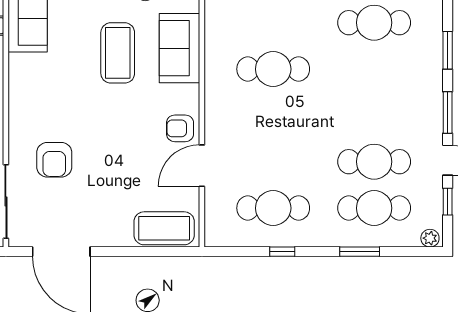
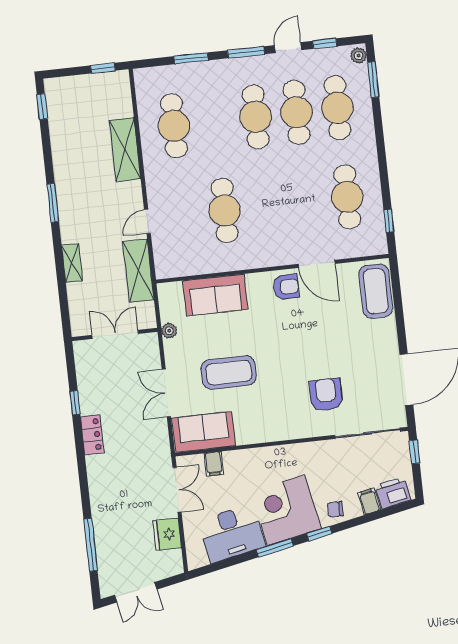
coffee table: (118, 53) -> (229, 373), moved
cafe table: (374, 115) -> (256, 117), added
armchair: (180, 128) -> (286, 287), turned -90
armchair: (54, 160) -> (326, 395), turned -90
window: (282, 252) -> (389, 221), moved
window: (360, 252) -> (373, 80), moved

